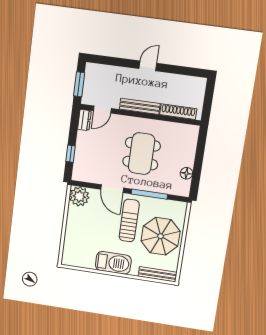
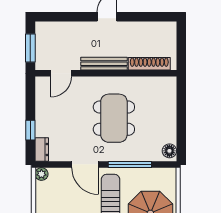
dresser: (84, 120) -> (42, 149), moved
floor lamp: (186, 173) -> (169, 151), moved
plant: (79, 196) -> (41, 174), width x0.53, depth x0.53

